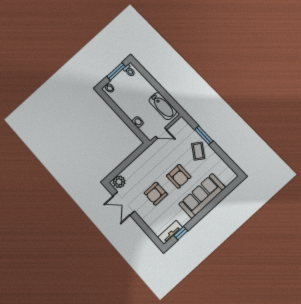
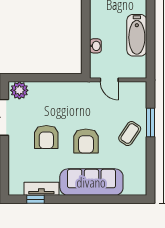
bathtub: (163, 106) -> (137, 35), moved
armchair: (156, 194) -> (46, 137), turned -90
tv unit: (170, 232) -> (41, 189), moved

